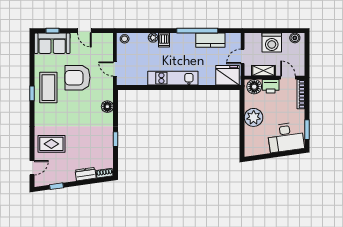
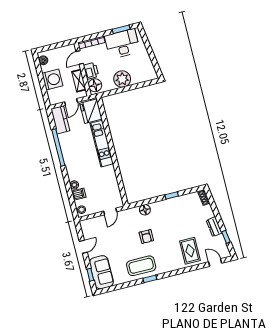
dishwasher: (164, 40) -> (79, 194), moved
kitchen counter: (210, 40) -> (60, 120), moved
door: (243, 56) -> (71, 102), hinge flipped
armchair: (77, 78) -> (146, 236), moved, width x0.53, depth x0.53
kitchen unit: (173, 78) -> (102, 144), moved
desk: (286, 137) -> (122, 44), moved, turned -82
dresser: (86, 174) -> (214, 227), moved

